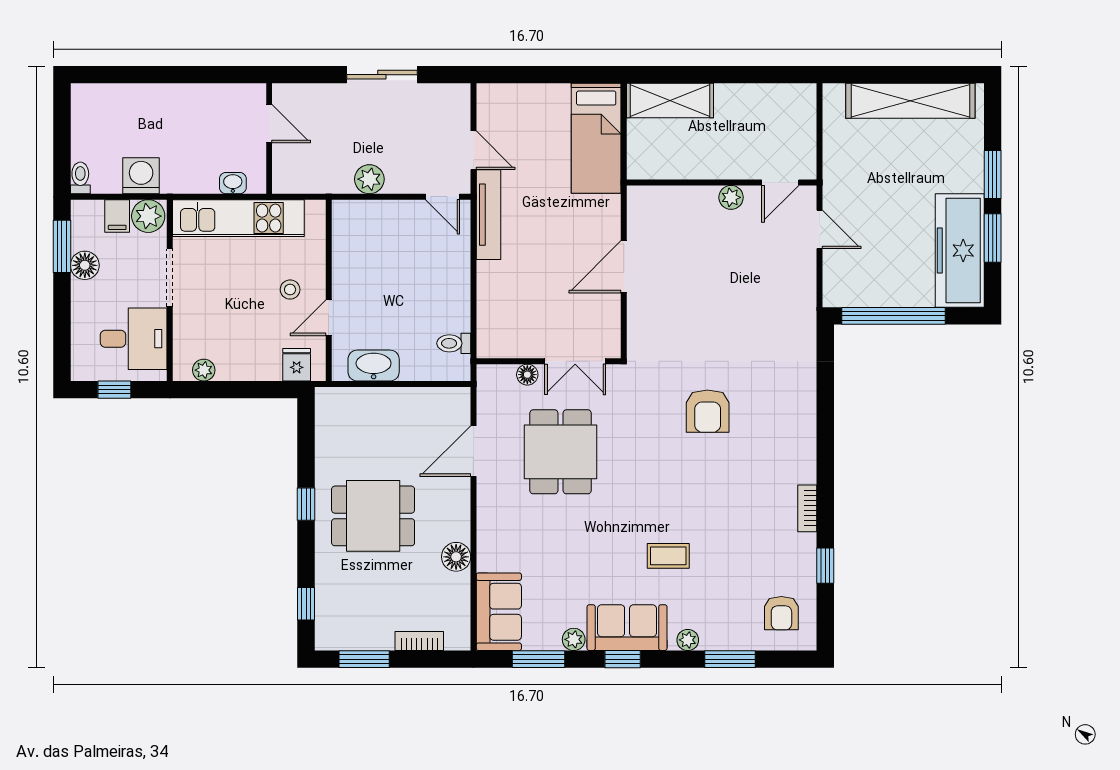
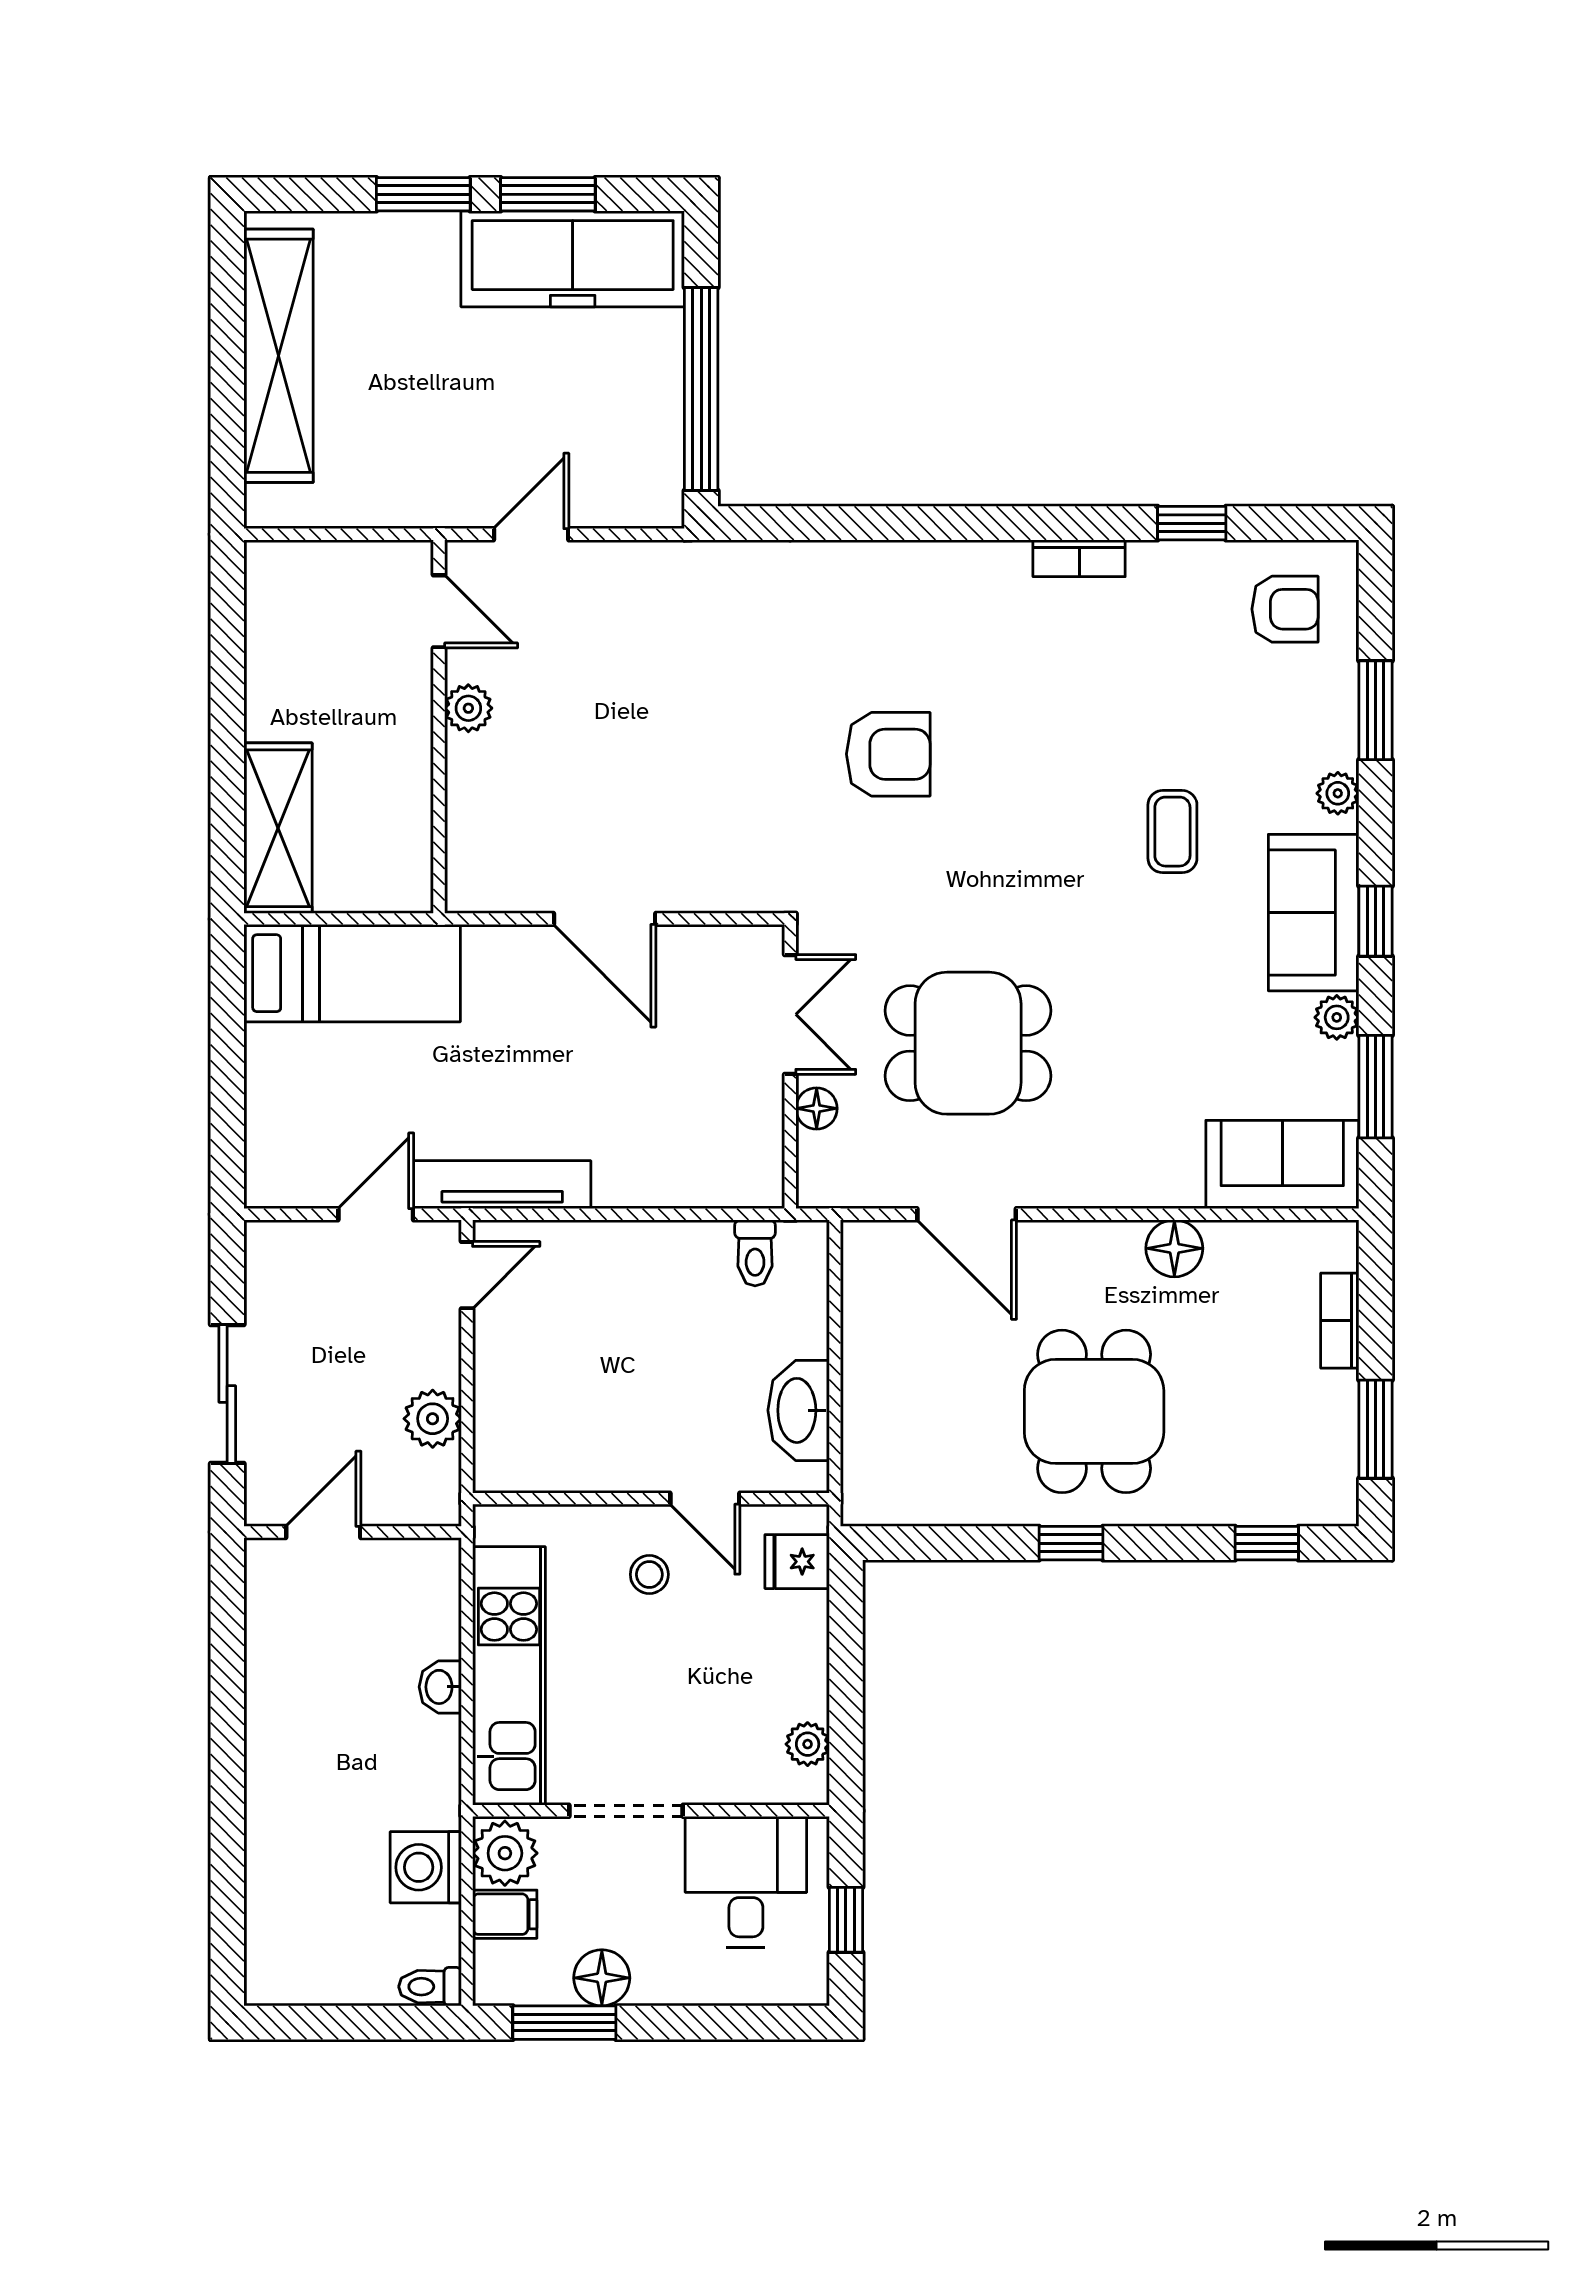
door: (269, 124) -> (323, 1532), moved
wall: (269, 139) -> (353, 1532), moved

